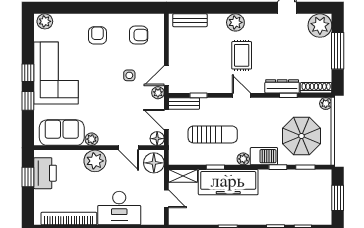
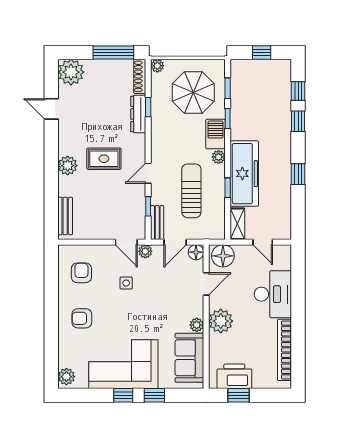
window: (338, 51) -> (113, 52), moved
door: (241, 95) -> (148, 173), moved
window: (338, 198) -> (262, 52), width x0.67
door: (166, 199) -> (263, 242), swing flipped

